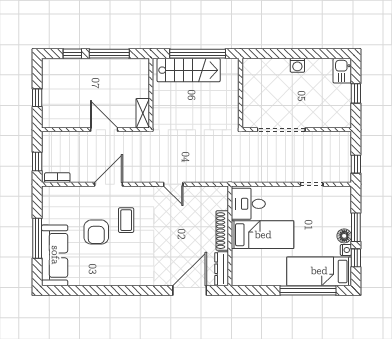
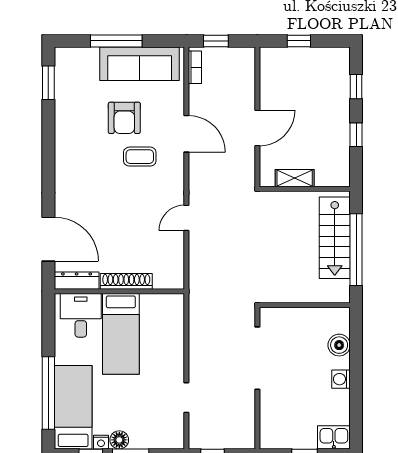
window: (109, 54) -> (356, 135), width x0.46
boiler: (271, 67) -> (339, 345), added
shelving: (143, 113) -> (295, 178), moved
desk: (248, 204) -> (81, 315), moved
armchair: (96, 232) -> (124, 118), turned -90
sofa: (55, 255) -> (140, 64), moved
window: (69, 290) -> (48, 83), added

